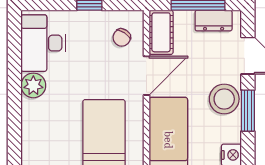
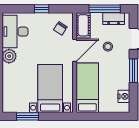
stool: (224, 99) -> (108, 47), moved, width x0.53, depth x0.53

